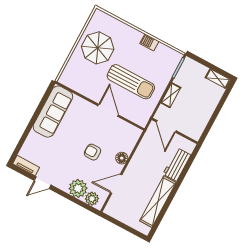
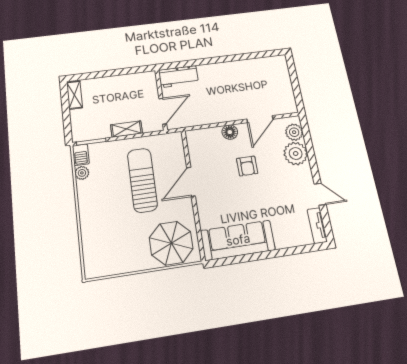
barbecue: (149, 42) -> (81, 155), moved
parasol: (98, 48) -> (171, 243), moved
plant: (162, 49) -> (82, 173), added
workbench: (177, 164) -> (178, 77), moved
door: (116, 184) -> (260, 119), hinge flipped
shelving: (158, 202) -> (245, 67), removed

